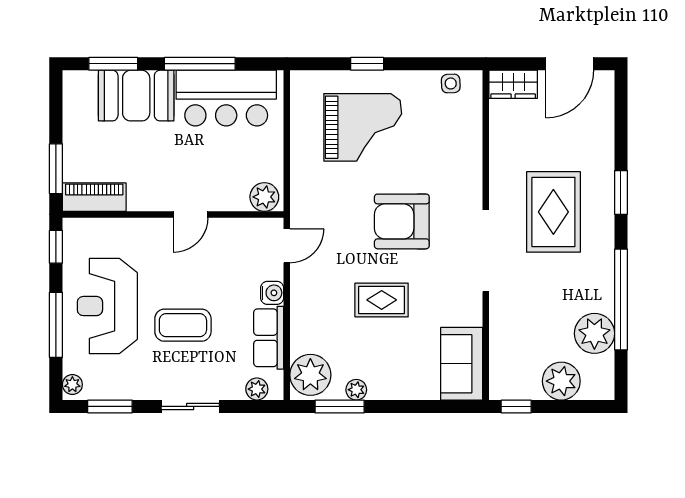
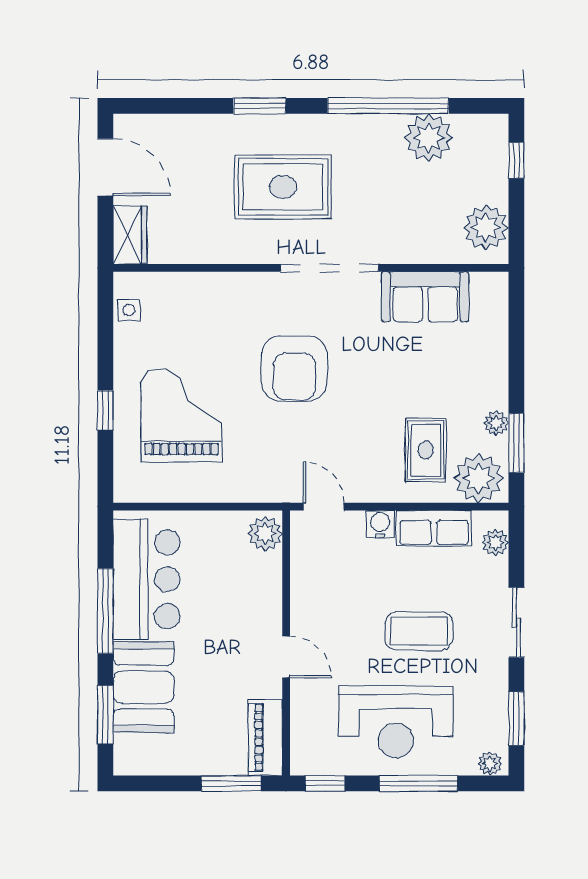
door: (191, 214) -> (286, 657), moved
rug: (382, 300) -> (426, 450), moved
coffee table: (183, 325) -> (419, 631), turned 90
sofa: (462, 364) -> (425, 297), moved
plant: (561, 381) -> (486, 227), moved
window: (516, 406) -> (516, 160), moved

